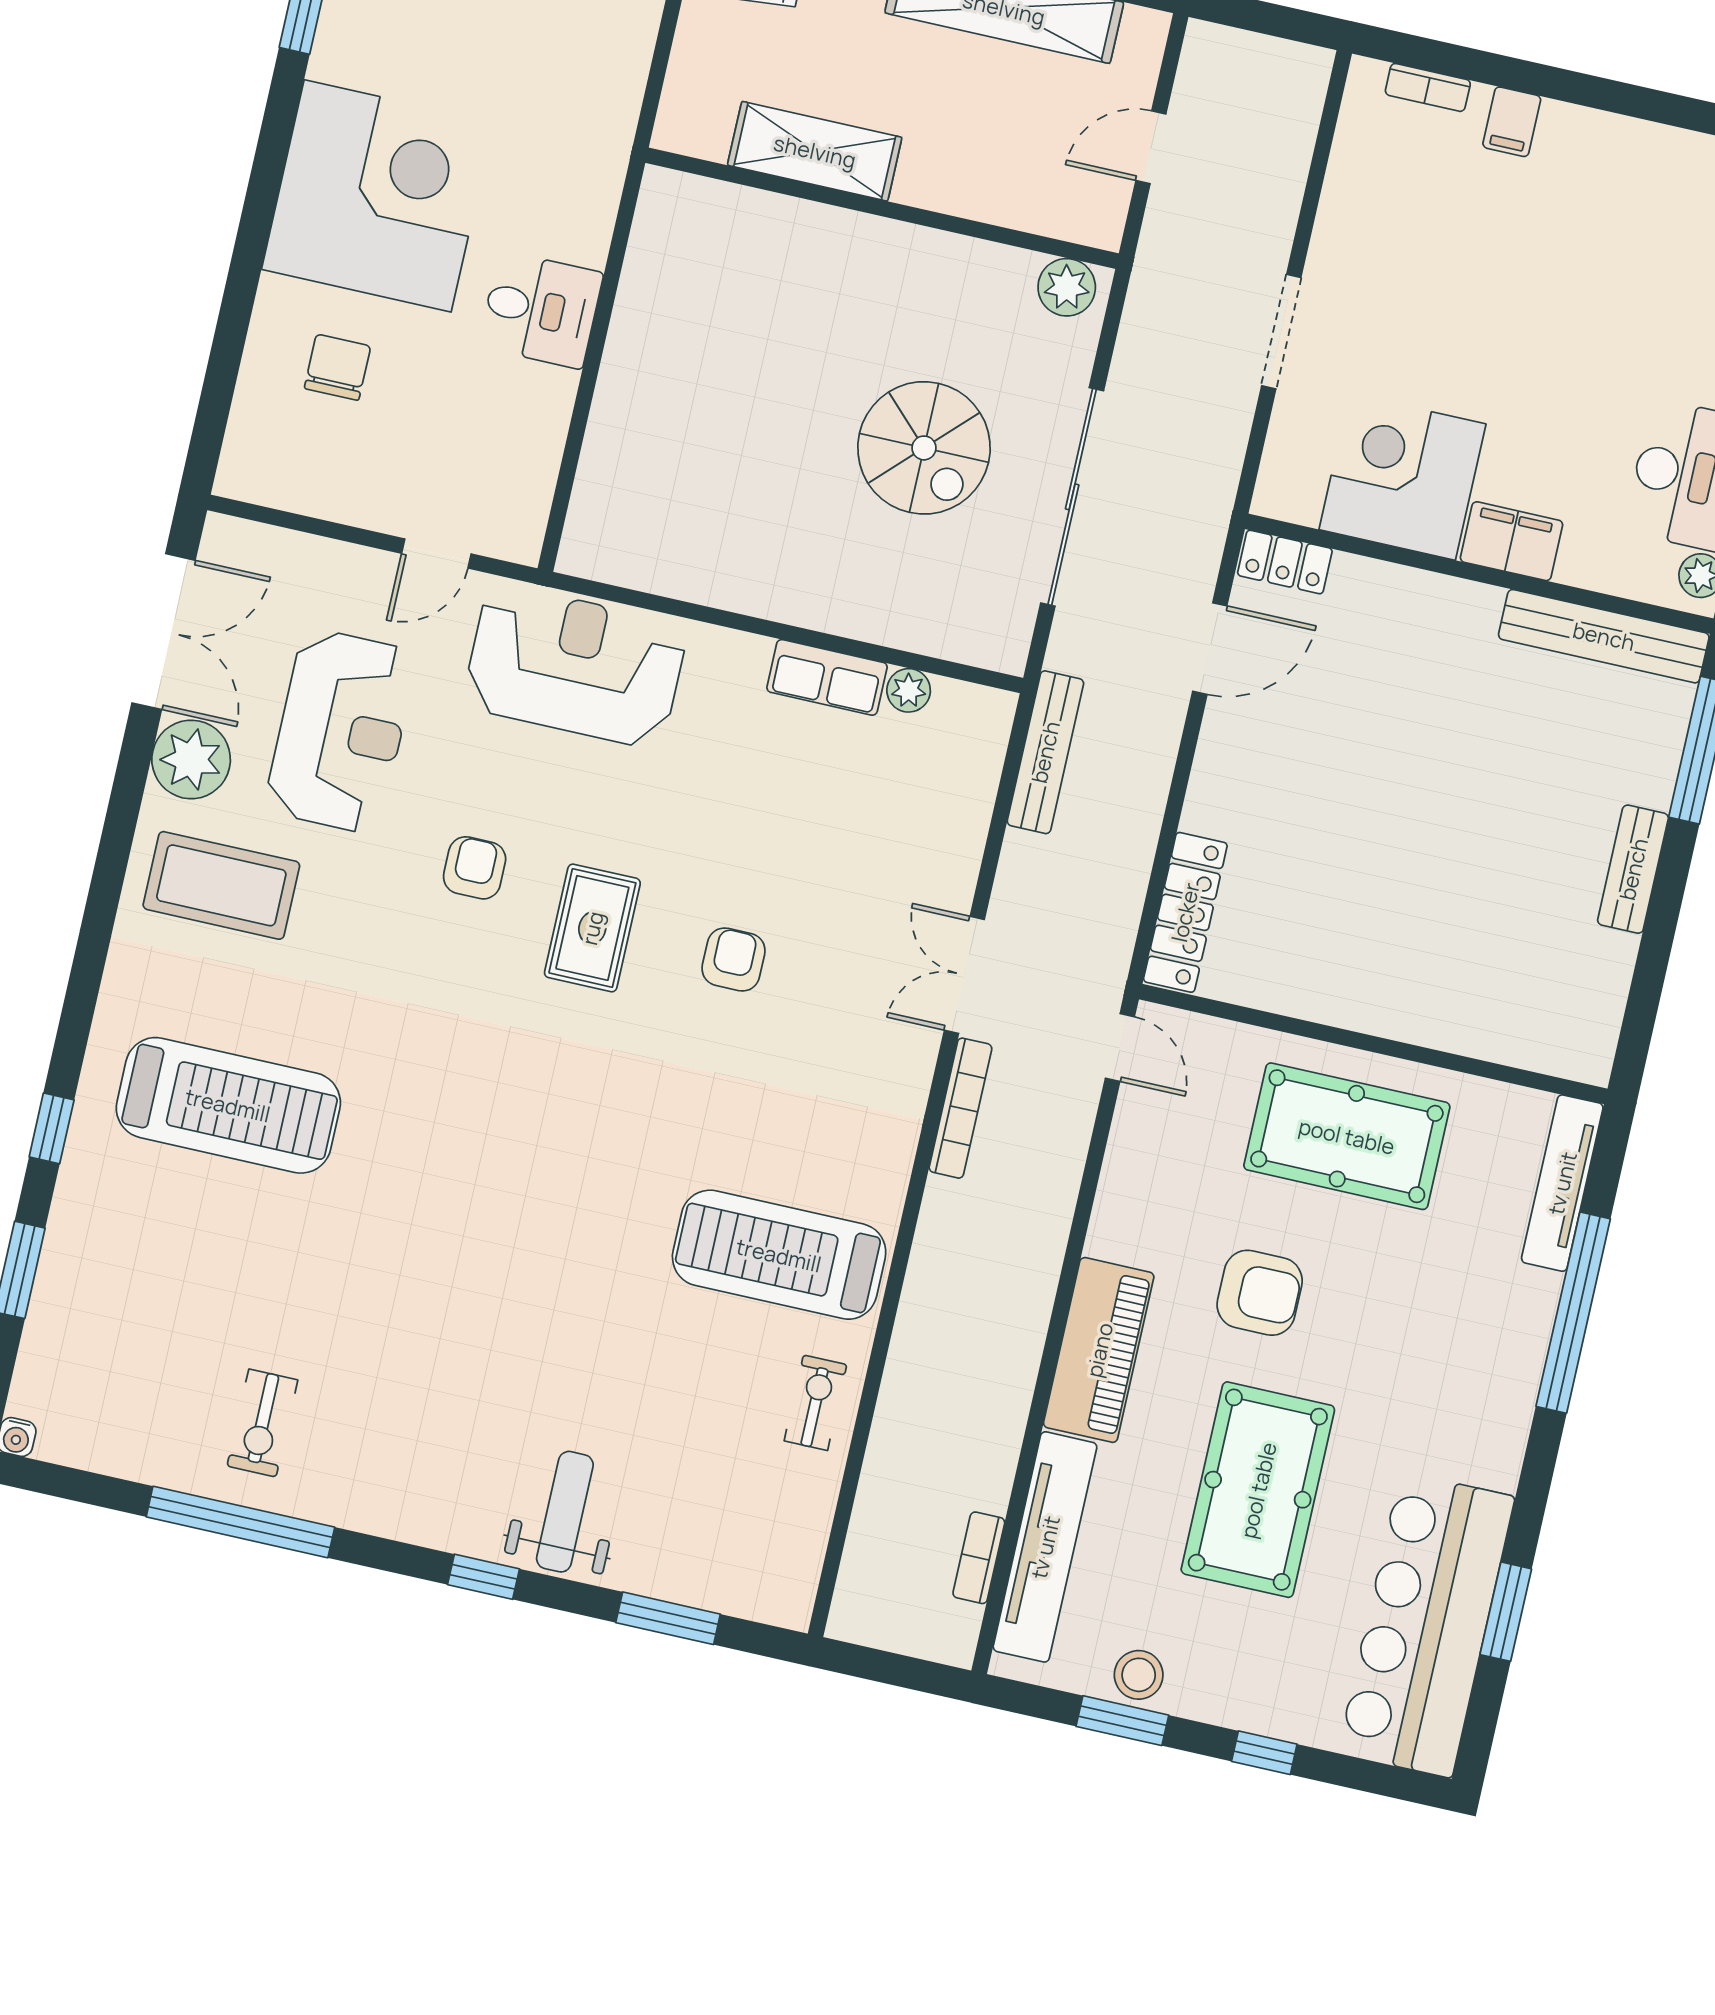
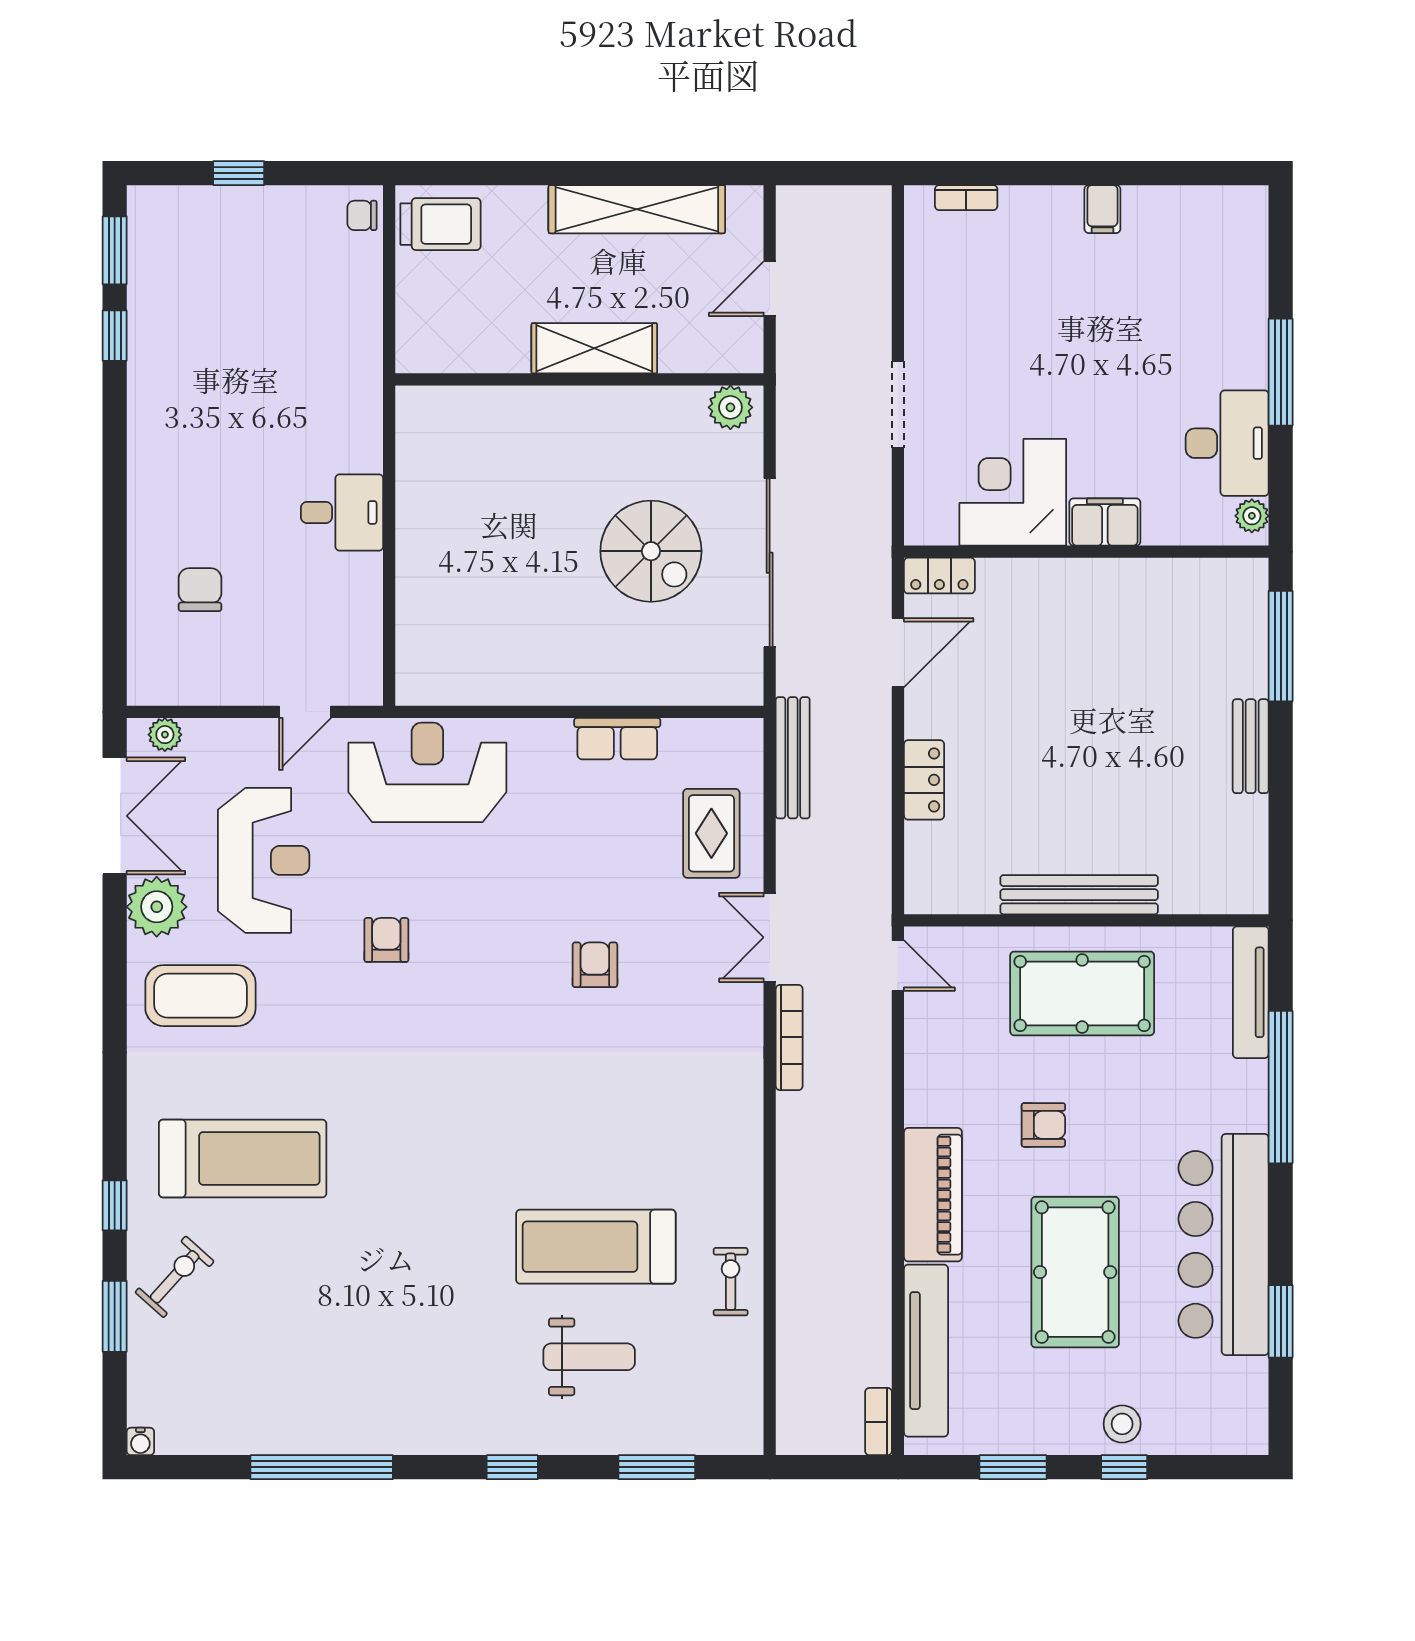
filing cabinet: (1512, 122) -> (1102, 209), moved
shelving: (815, 151) -> (594, 348), moved
corner desk: (378, 196) -> (201, 455), removed
bench: (1604, 636) -> (1079, 895), moved
plant: (909, 690) -> (165, 735), moved
locker: (1185, 912) -> (924, 780), moved, width x0.66
rug: (592, 928) -> (711, 833), moved
treadmill: (779, 1255) -> (596, 1247), moved
armchair: (1260, 1293) -> (1043, 1125), width x0.72, depth x0.72
exercise bike: (262, 1423) -> (175, 1277), moved, turned -138
weight bench: (565, 1512) -> (589, 1357), moved, turned 90
bookcase: (979, 1558) -> (878, 1422), moved
bar counter: (1426, 1625) -> (1223, 1244), moved
stool: (1139, 1675) -> (1122, 1424), moved

